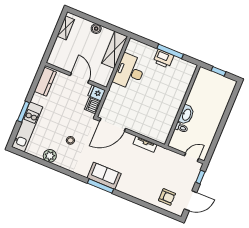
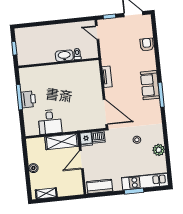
shelving: (115, 50) -> (62, 142), moved
desk: (130, 72) -> (50, 122), width x0.73
sofa: (104, 176) -> (150, 85), moved
armchair: (167, 197) -> (147, 45), moved

